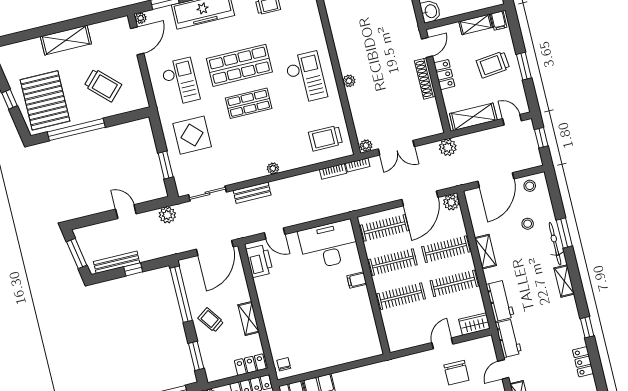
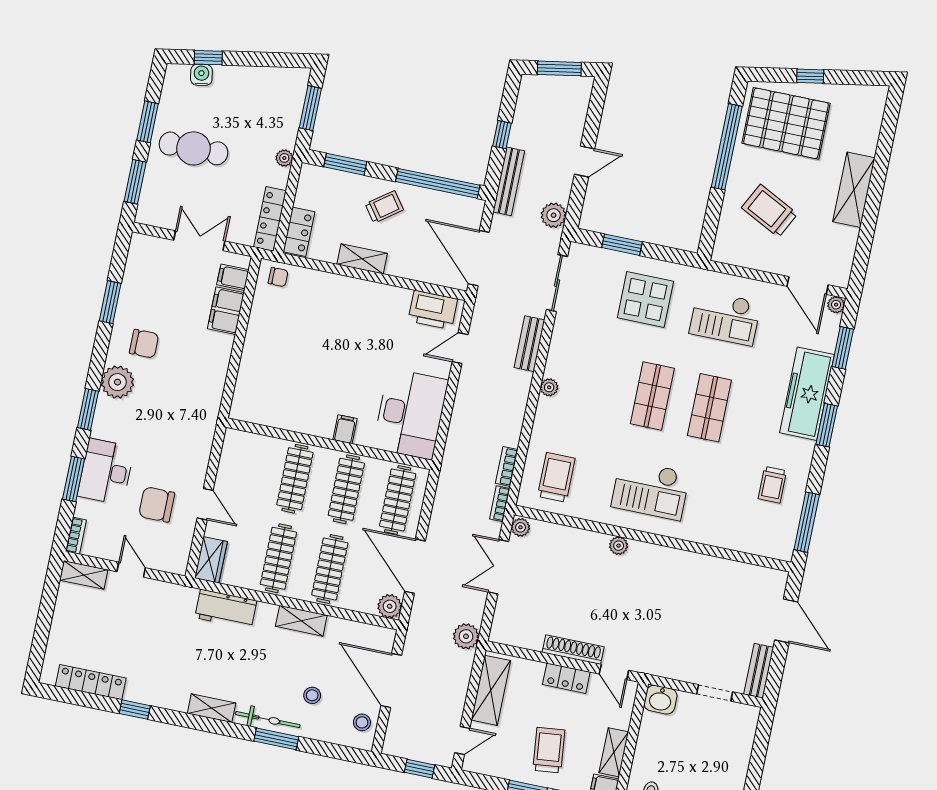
shop shelf: (239, 65) -> (709, 408), width x0.70, depth x0.74
trolley: (103, 85) -> (770, 211), turned 73
bench: (117, 262) -> (509, 181), moved
workbench: (508, 338) -> (170, 597), removed
locker: (583, 362) -> (91, 682), width x1.53

